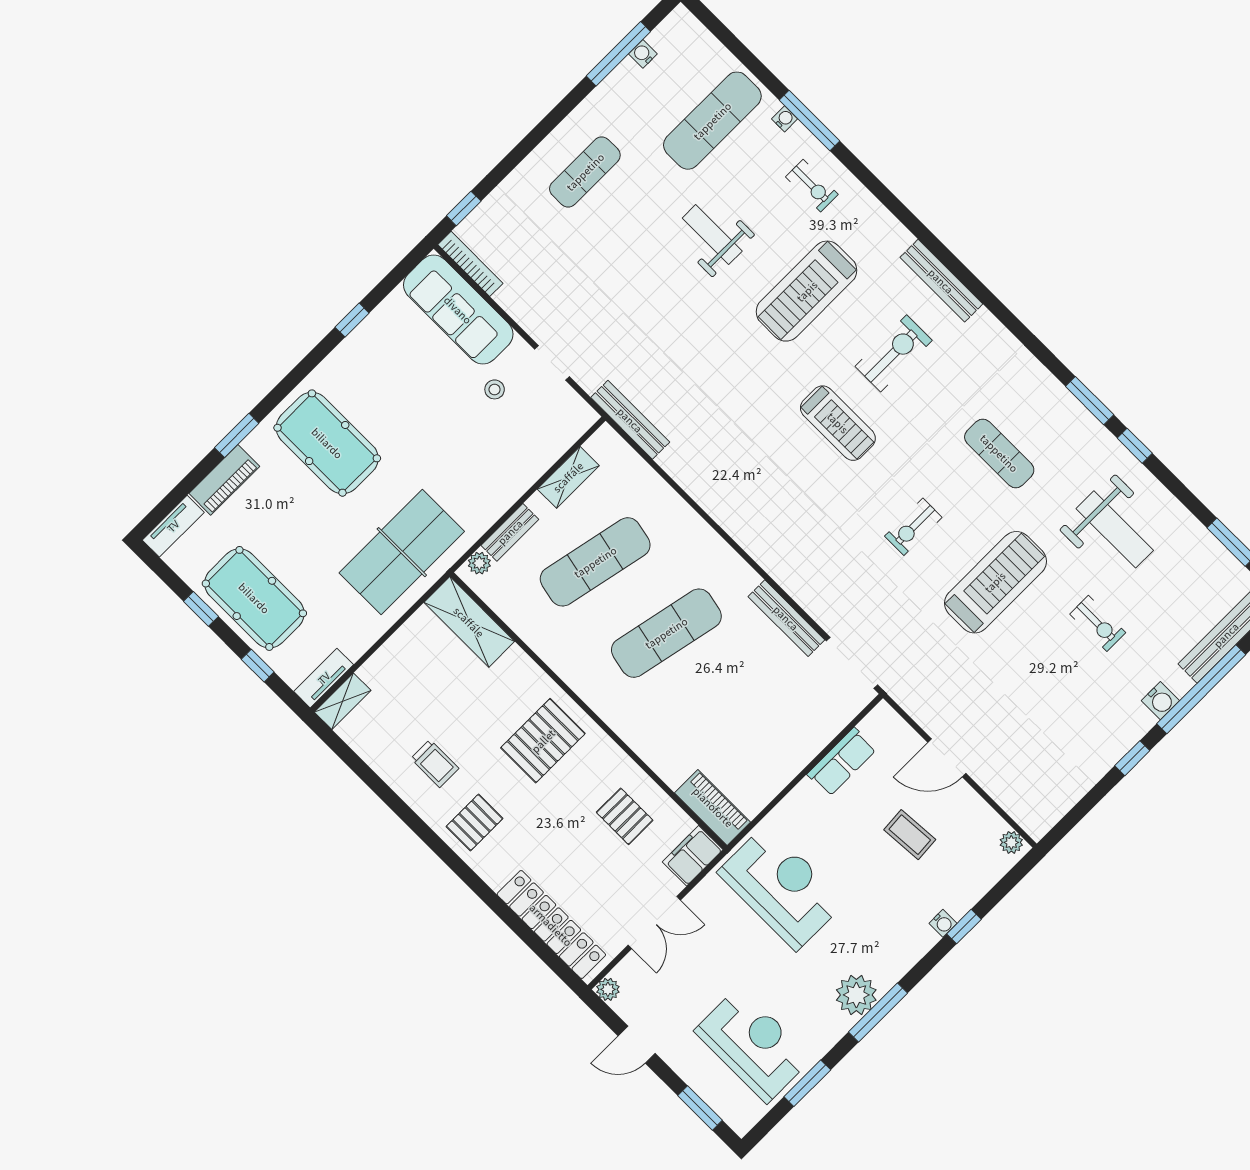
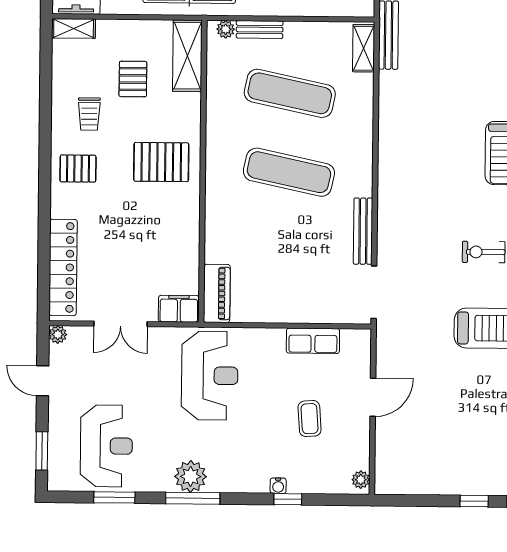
shelving: (568, 477) -> (364, 48), moved, turned 90
door: (947, 758) -> (373, 397), swing flipped
pallet: (625, 816) -> (133, 79), moved

